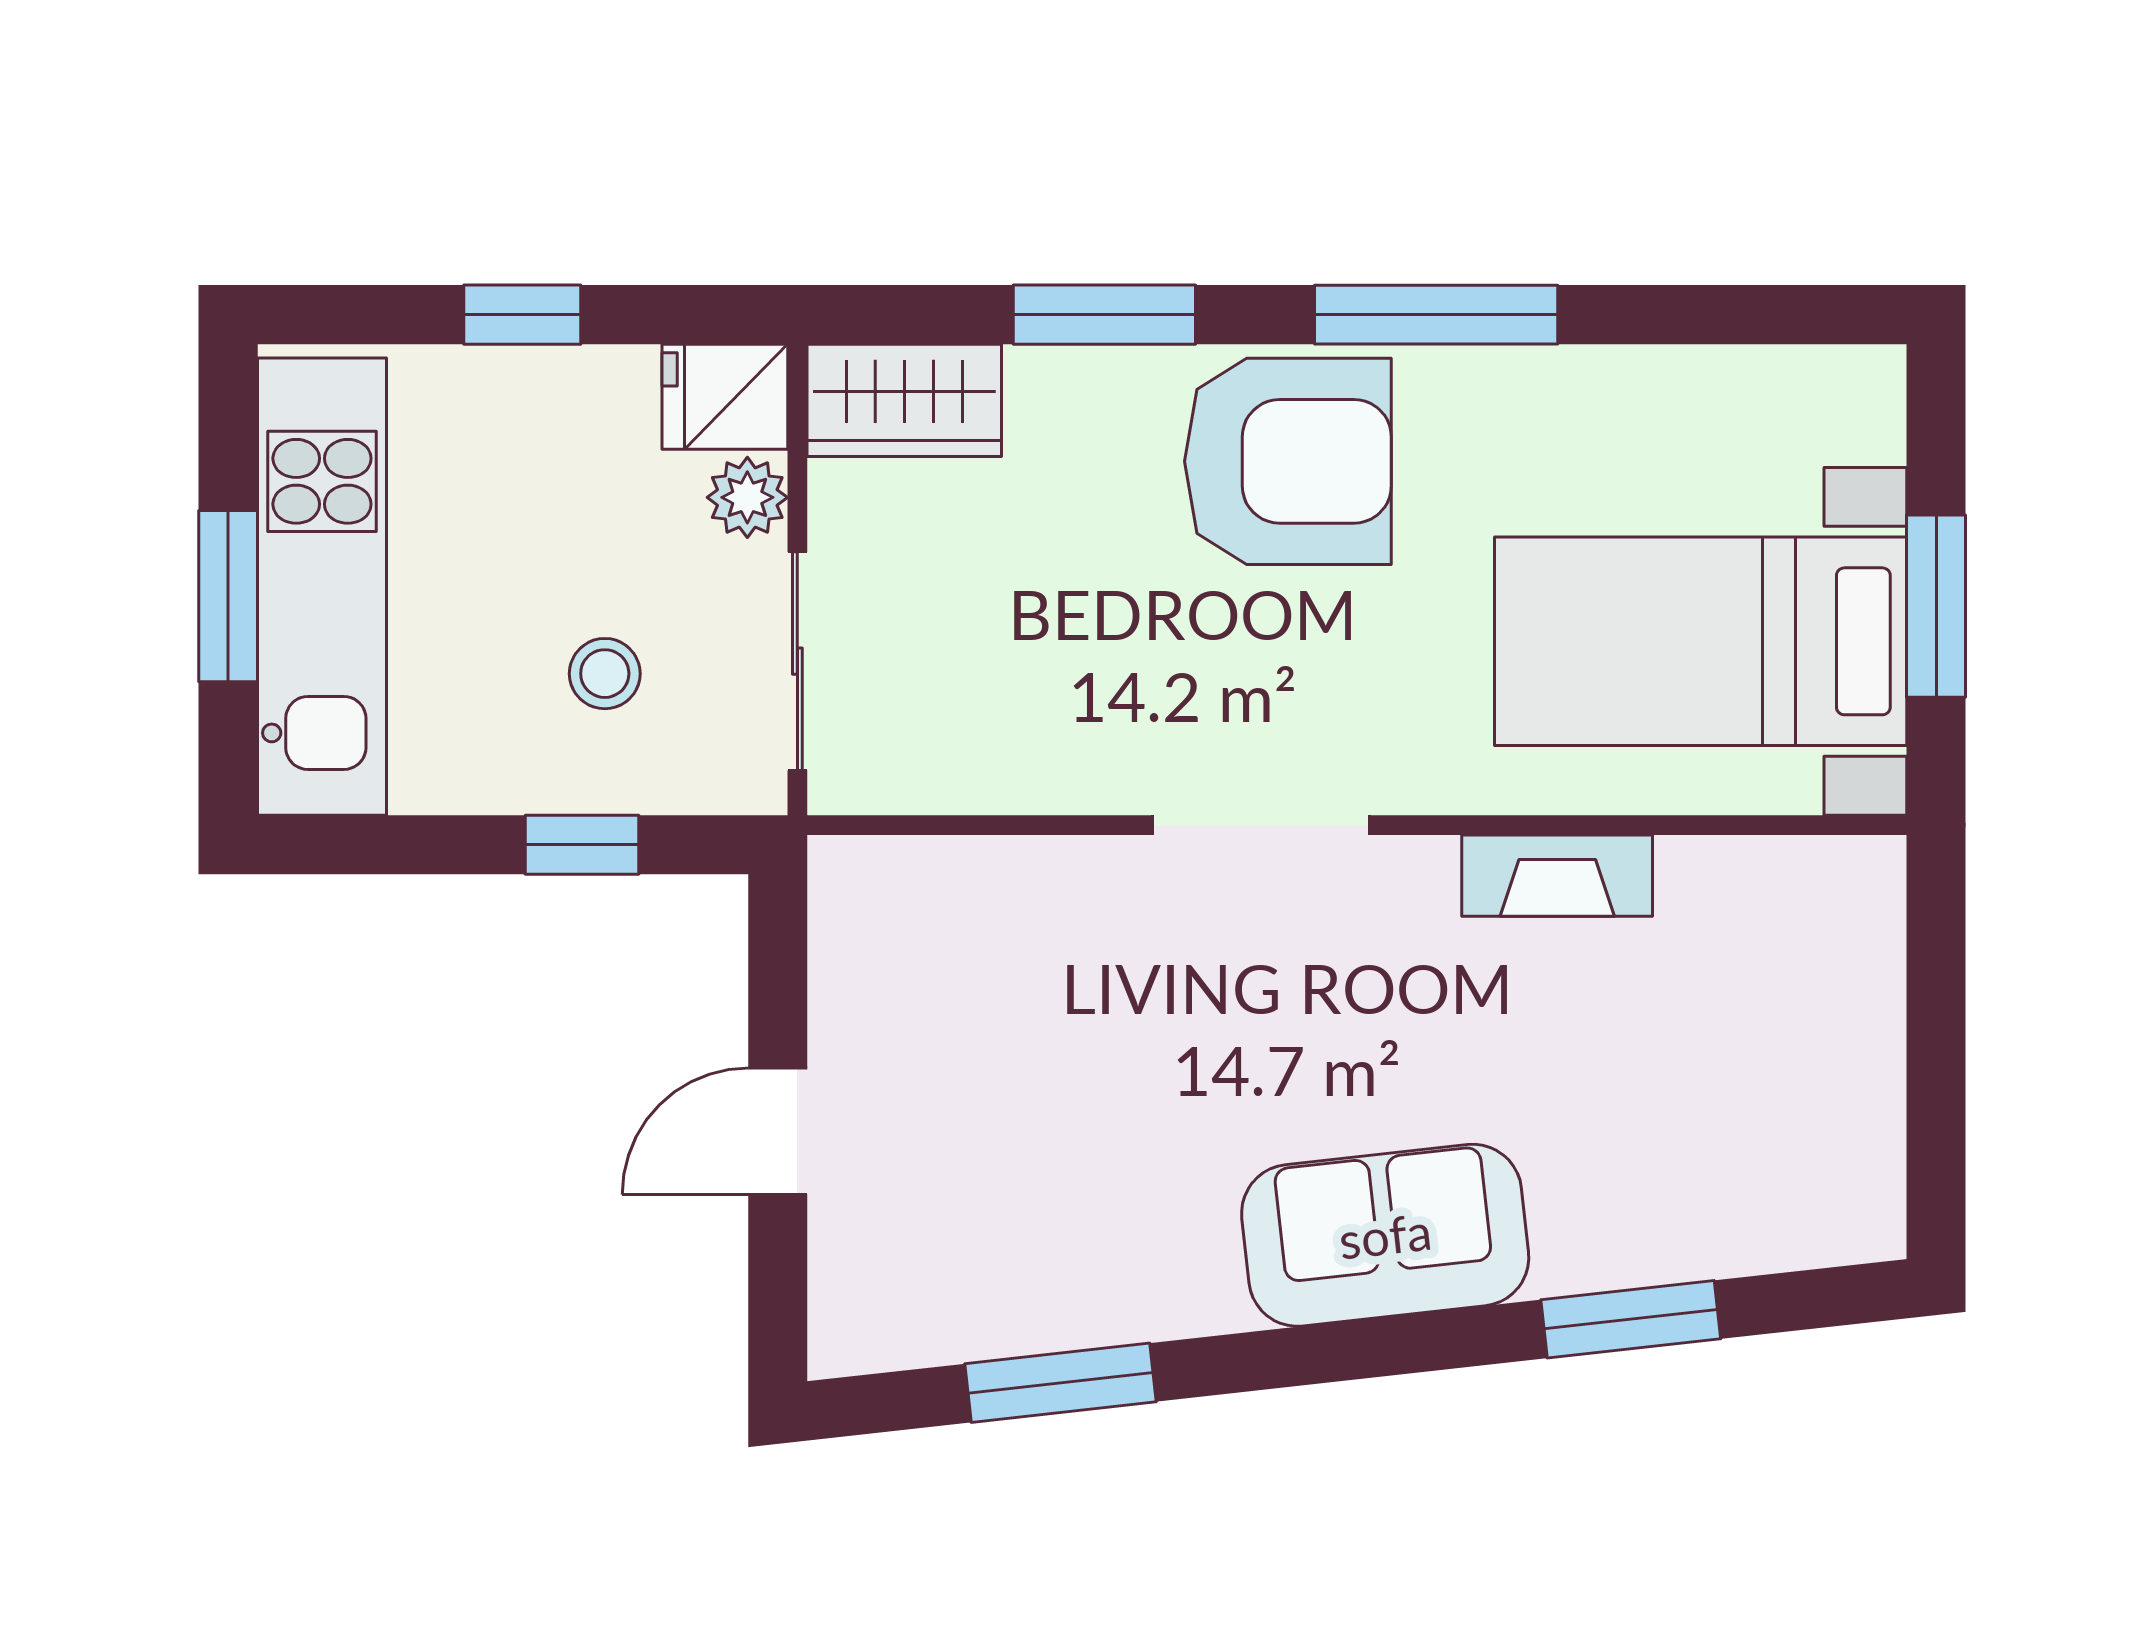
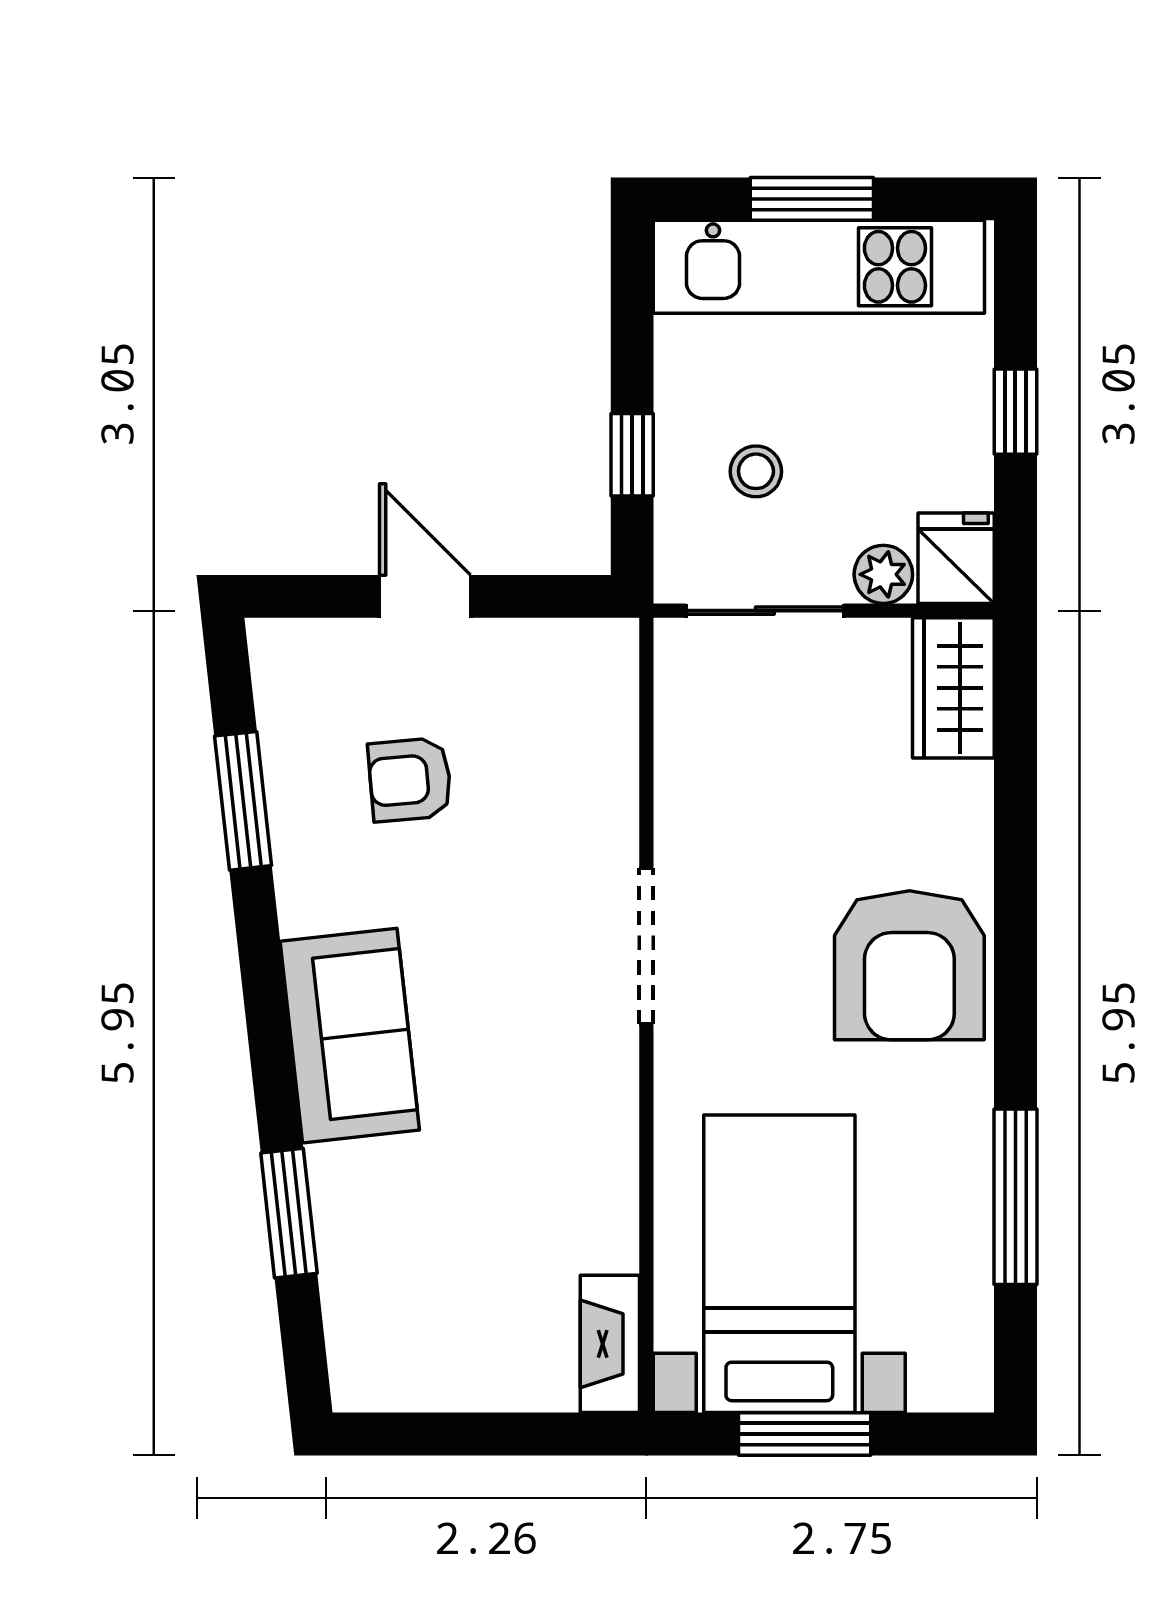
window: (1104, 315) -> (1015, 833), removed
window: (1436, 315) -> (1015, 1197), moved
fireplace: (1557, 876) -> (610, 1344), moved
armchair: (1031, 1152) -> (410, 780), added

